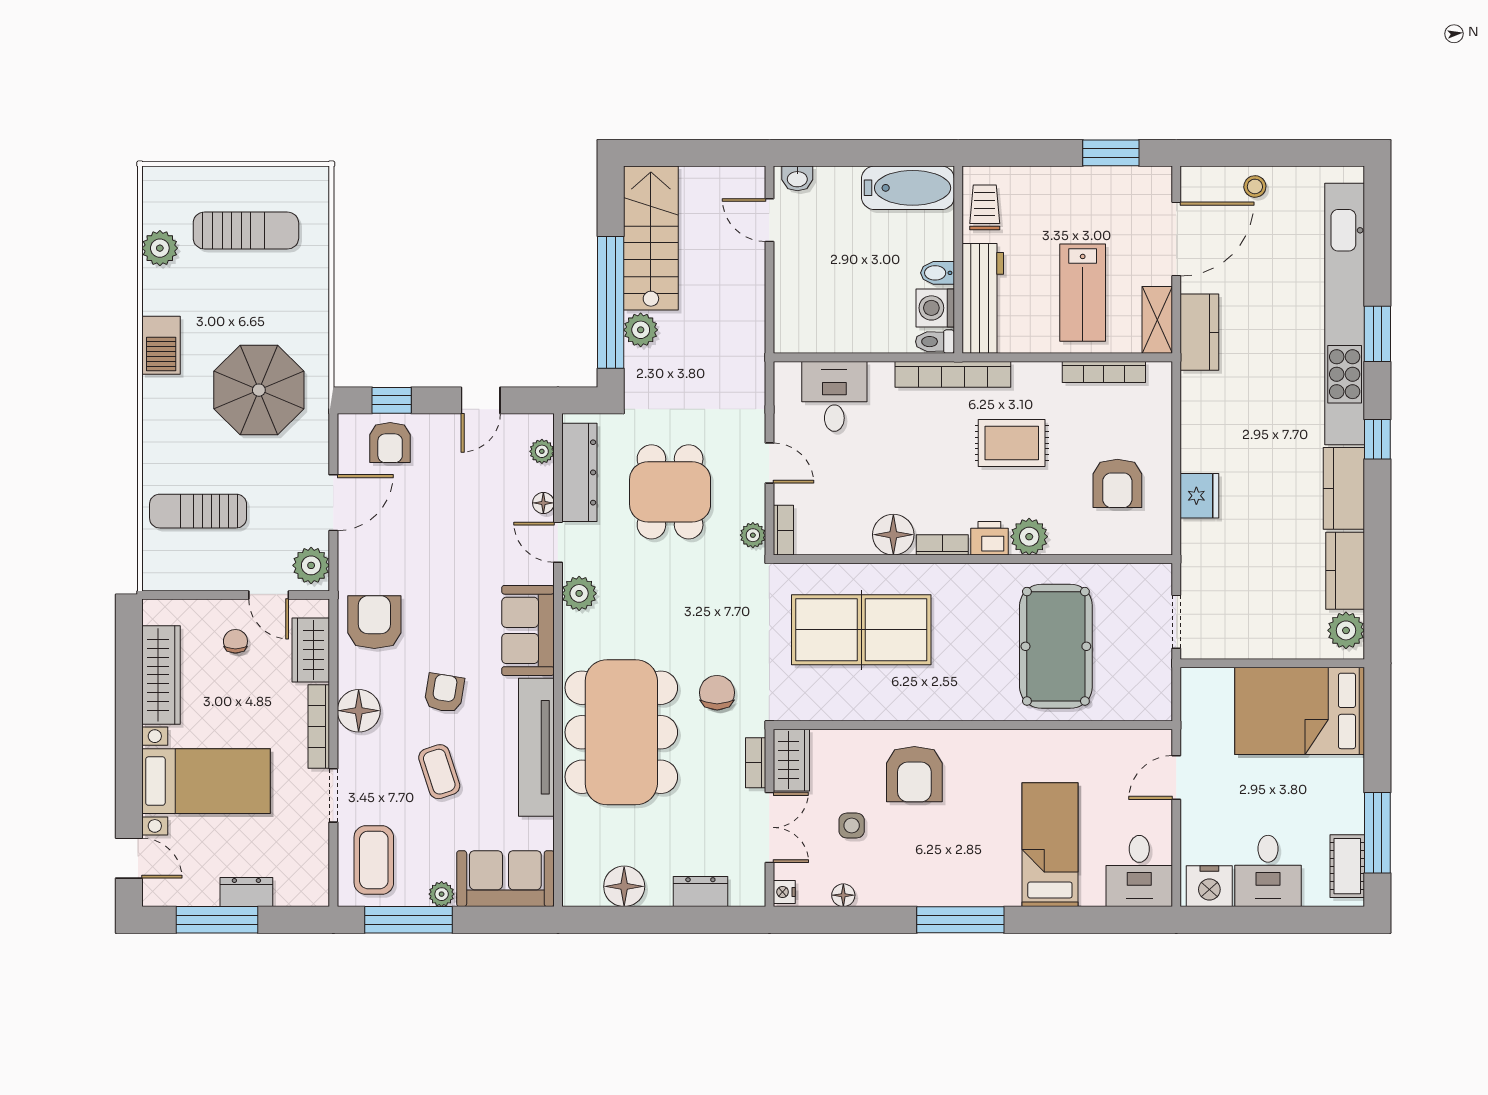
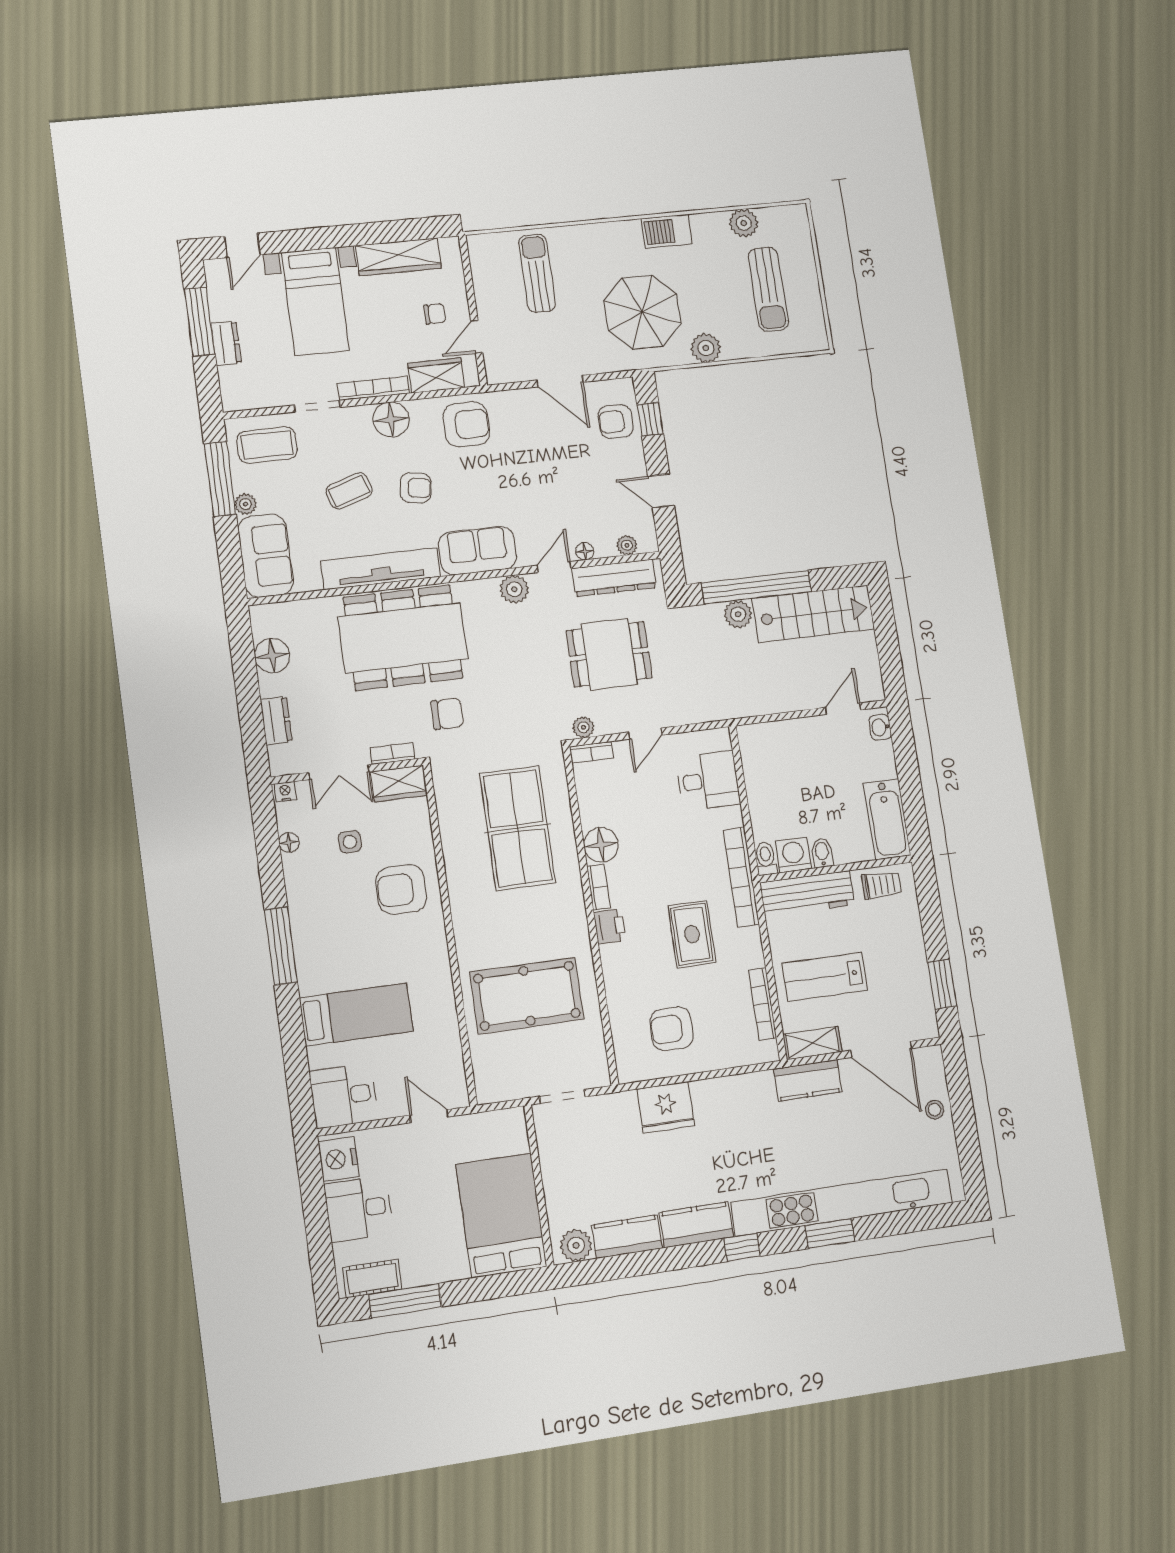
fridge: (1199, 496) -> (666, 1107), width x1.36, depth x1.34
plant: (1029, 537) -> (616, 960), removed
plant: (311, 565) -> (706, 348), moved

